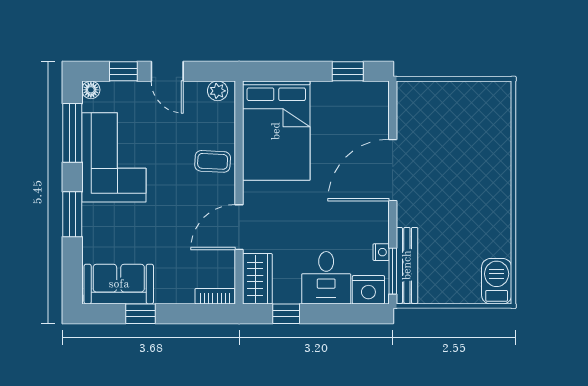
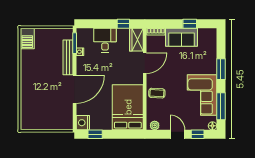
bench: (407, 265) -> (68, 57), moved
sofa: (119, 284) -> (181, 37), moved
nightstand: (368, 290) -> (83, 123), moved, turned -90

